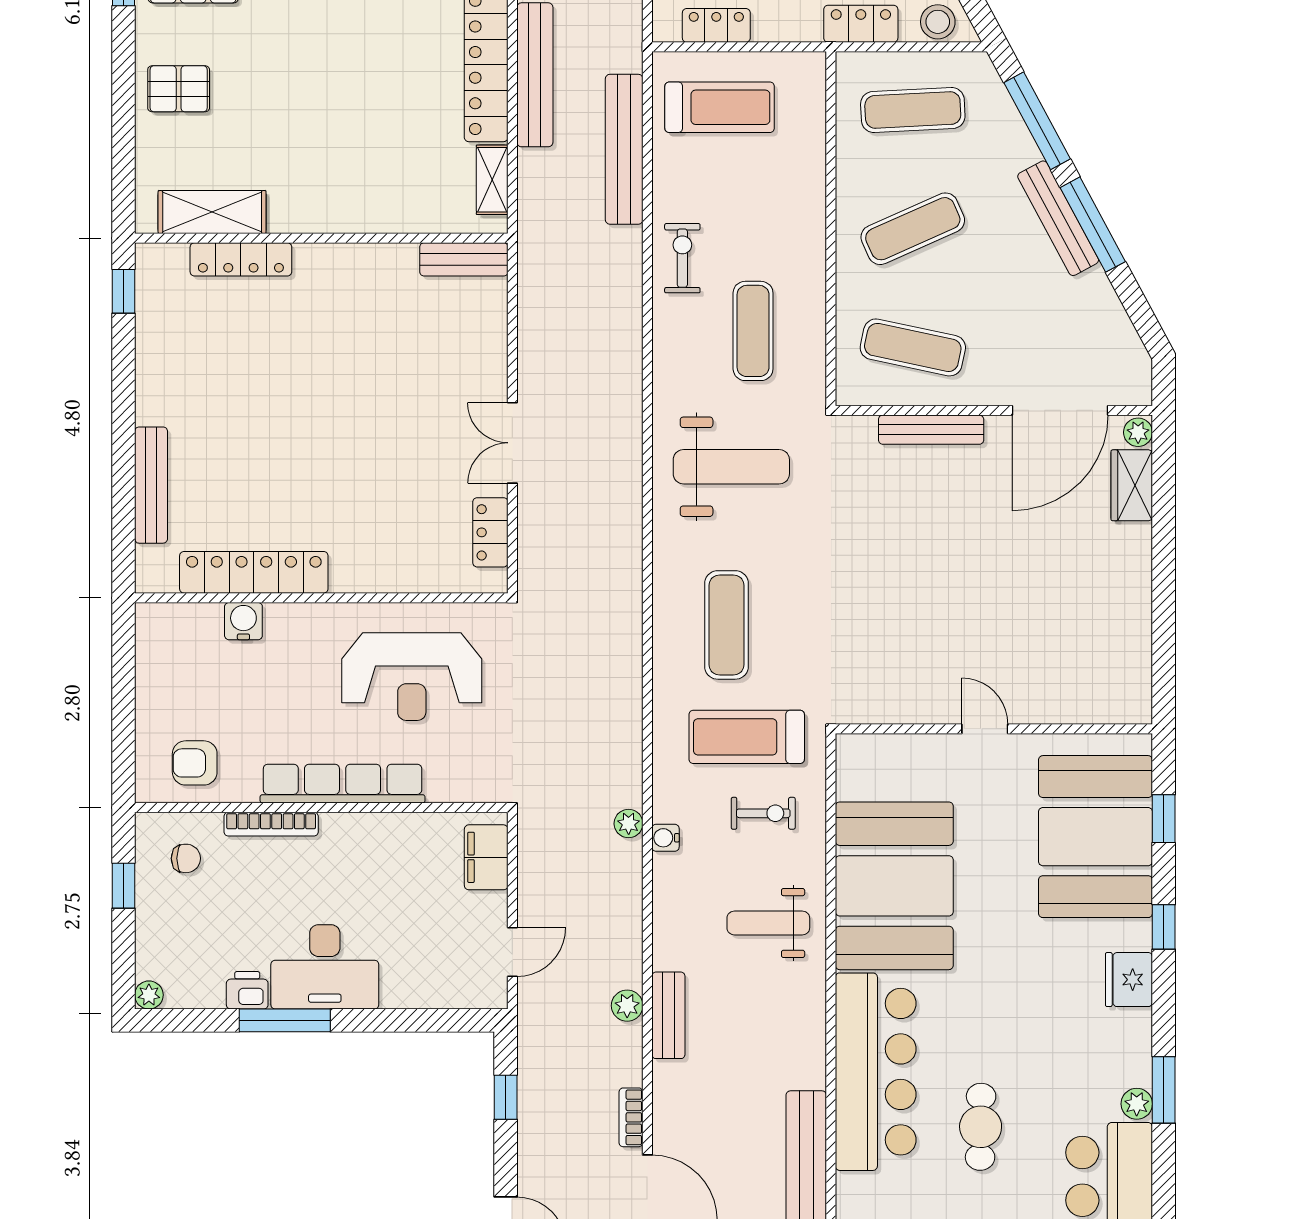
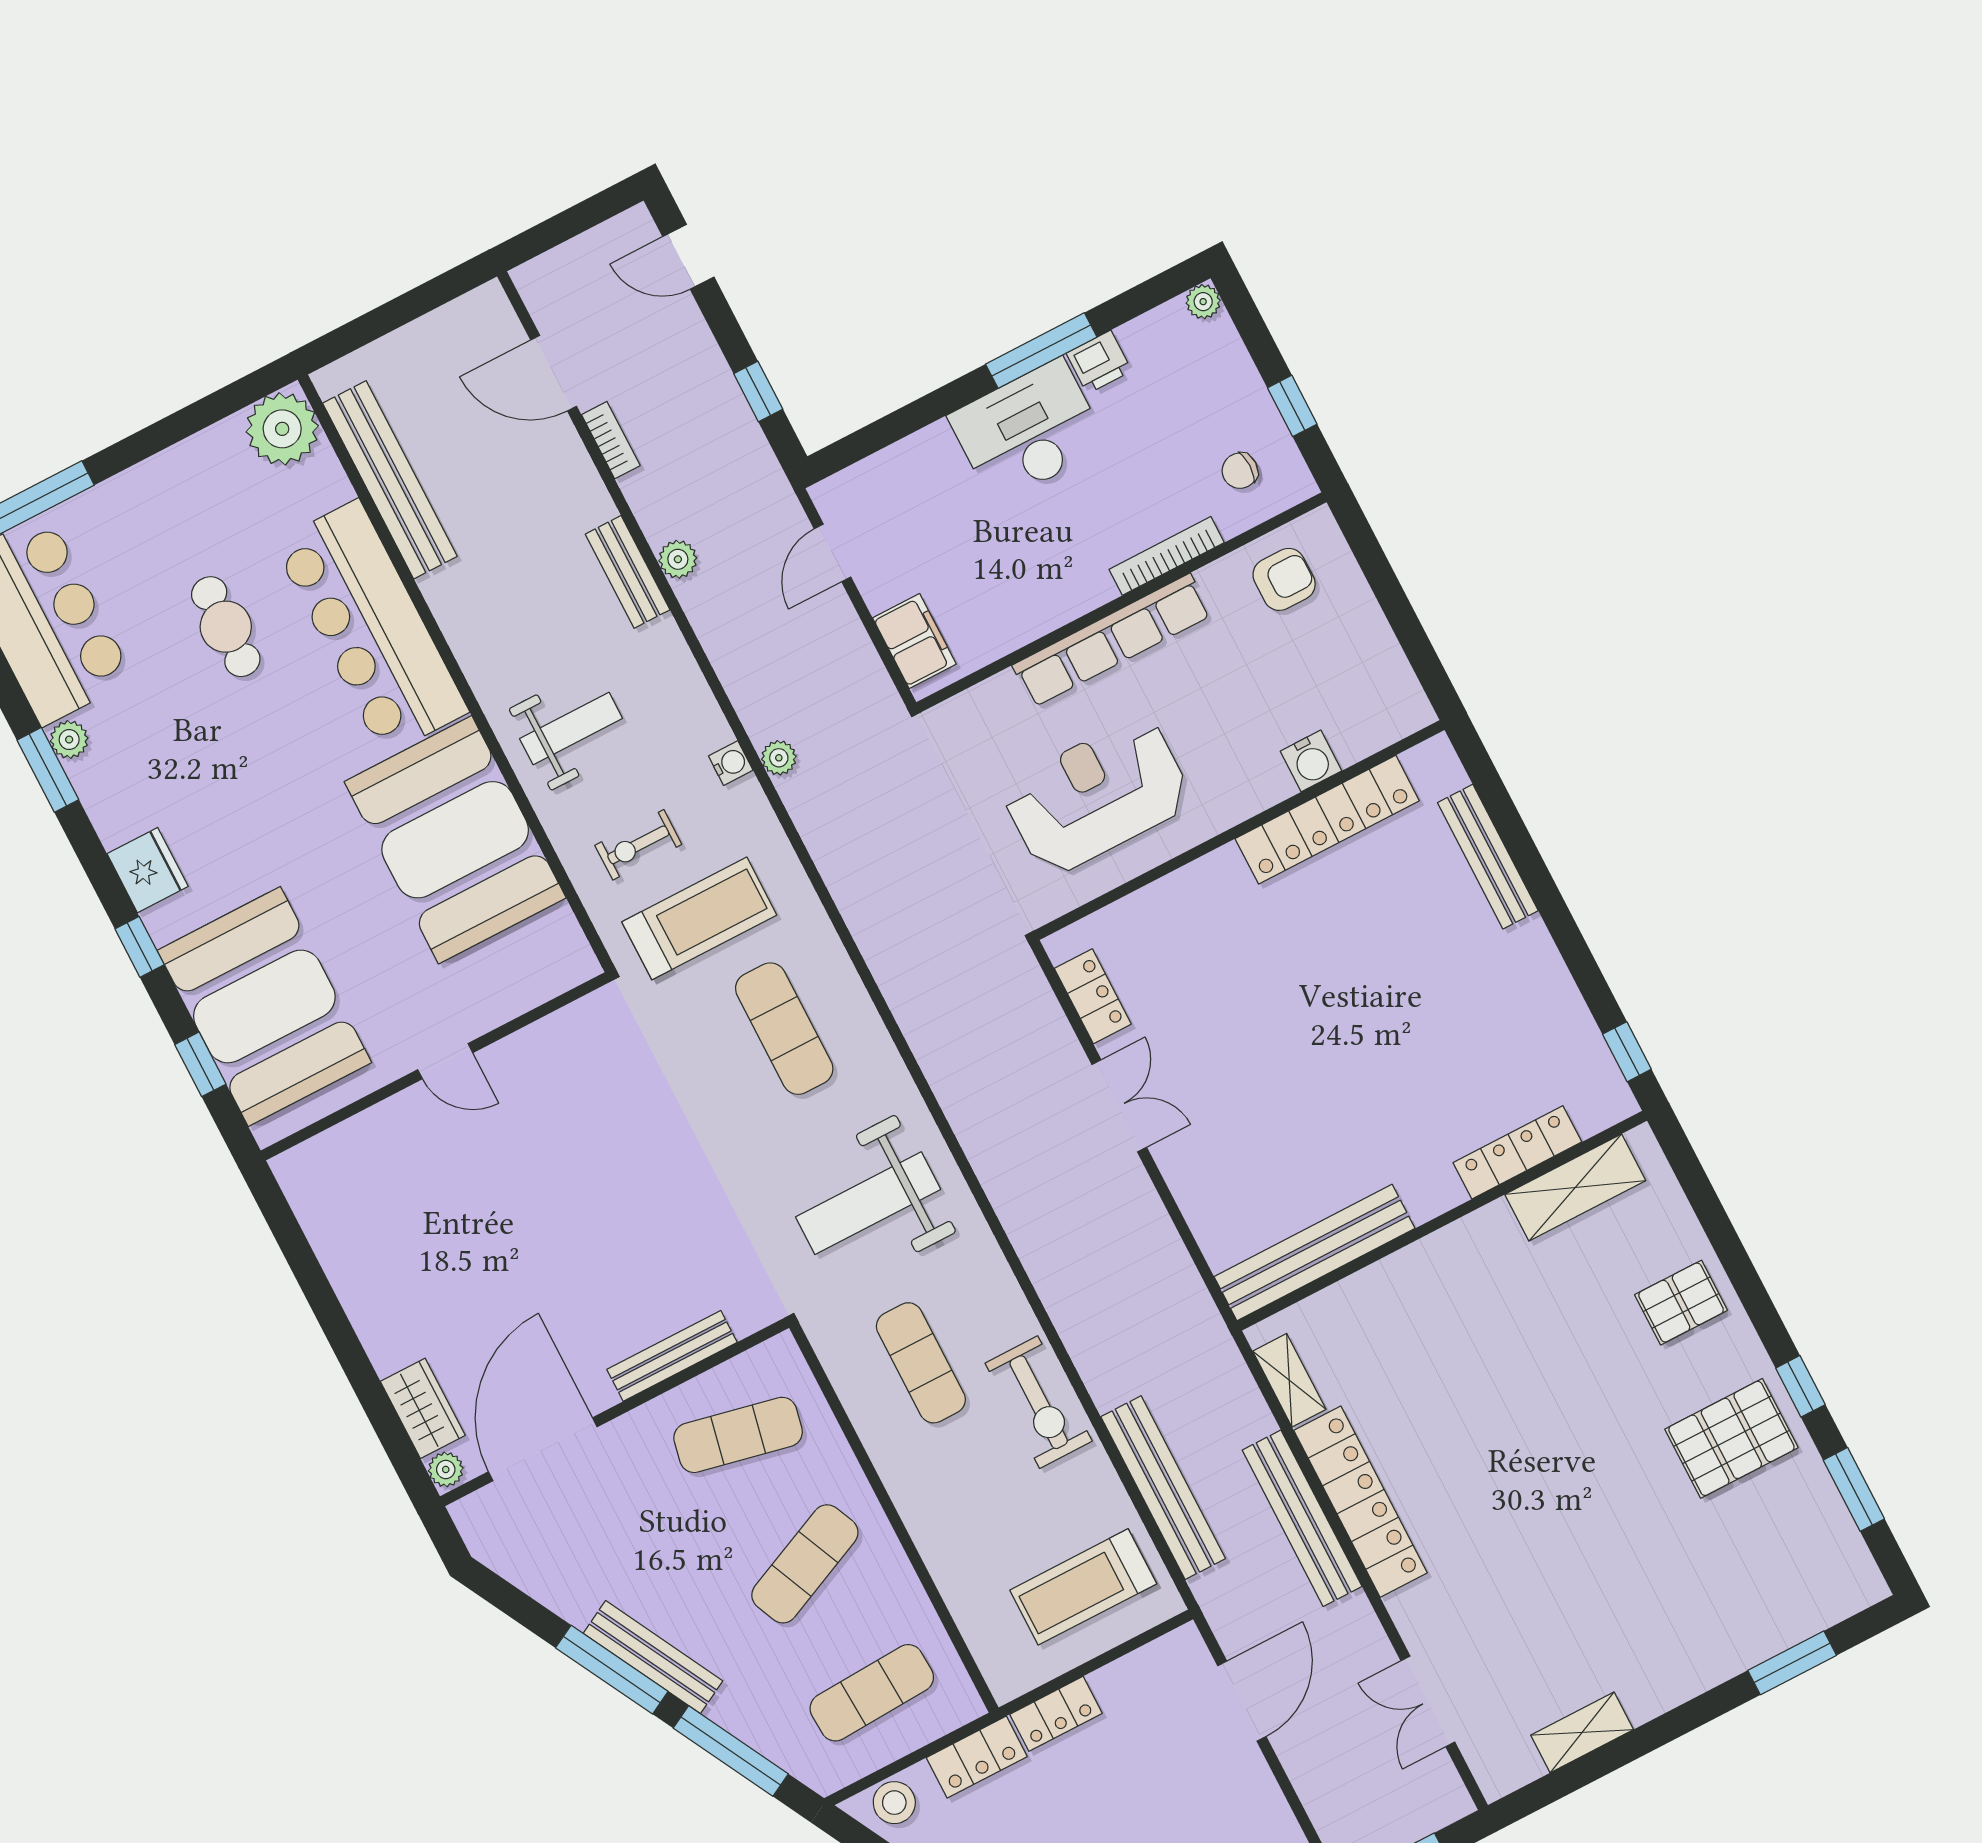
locker: (716, 25) -> (1056, 1714), moved
exercise bike: (682, 258) -> (1039, 1402), width x1.38, depth x1.39
bench: (464, 259) -> (1314, 1252), width x1.86, depth x1.21

